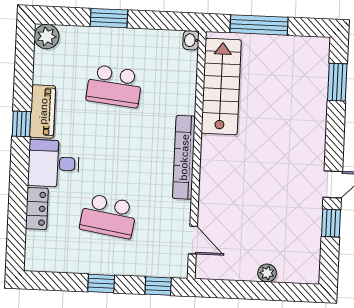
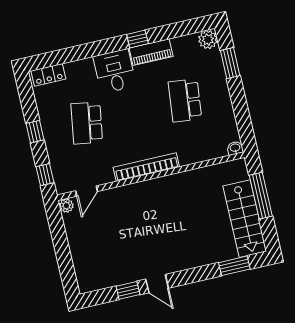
window: (109, 18) -> (230, 63), moved
stairs: (221, 87) -> (245, 219), moved, turned 90
locker: (37, 209) -> (48, 75), moved
plant: (267, 273) -> (66, 206), moved

